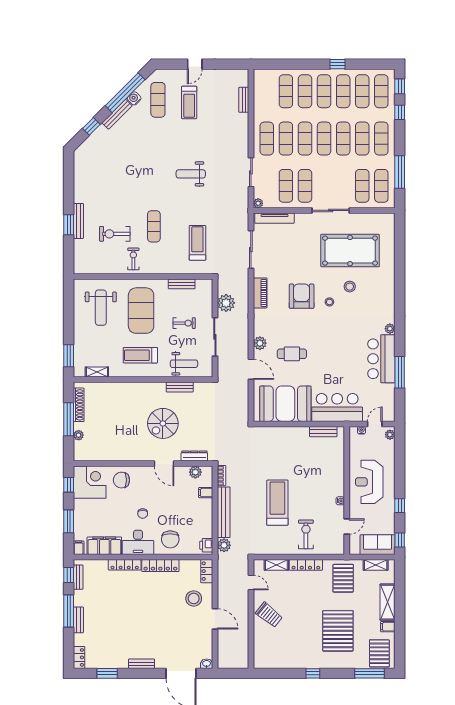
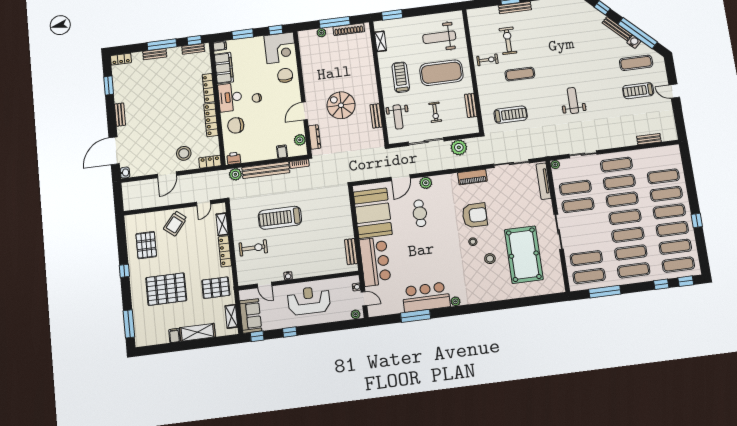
treadmill: (277, 503) -> (280, 218), turned 180
pallet: (379, 653) -> (146, 245), moved, turned 90

